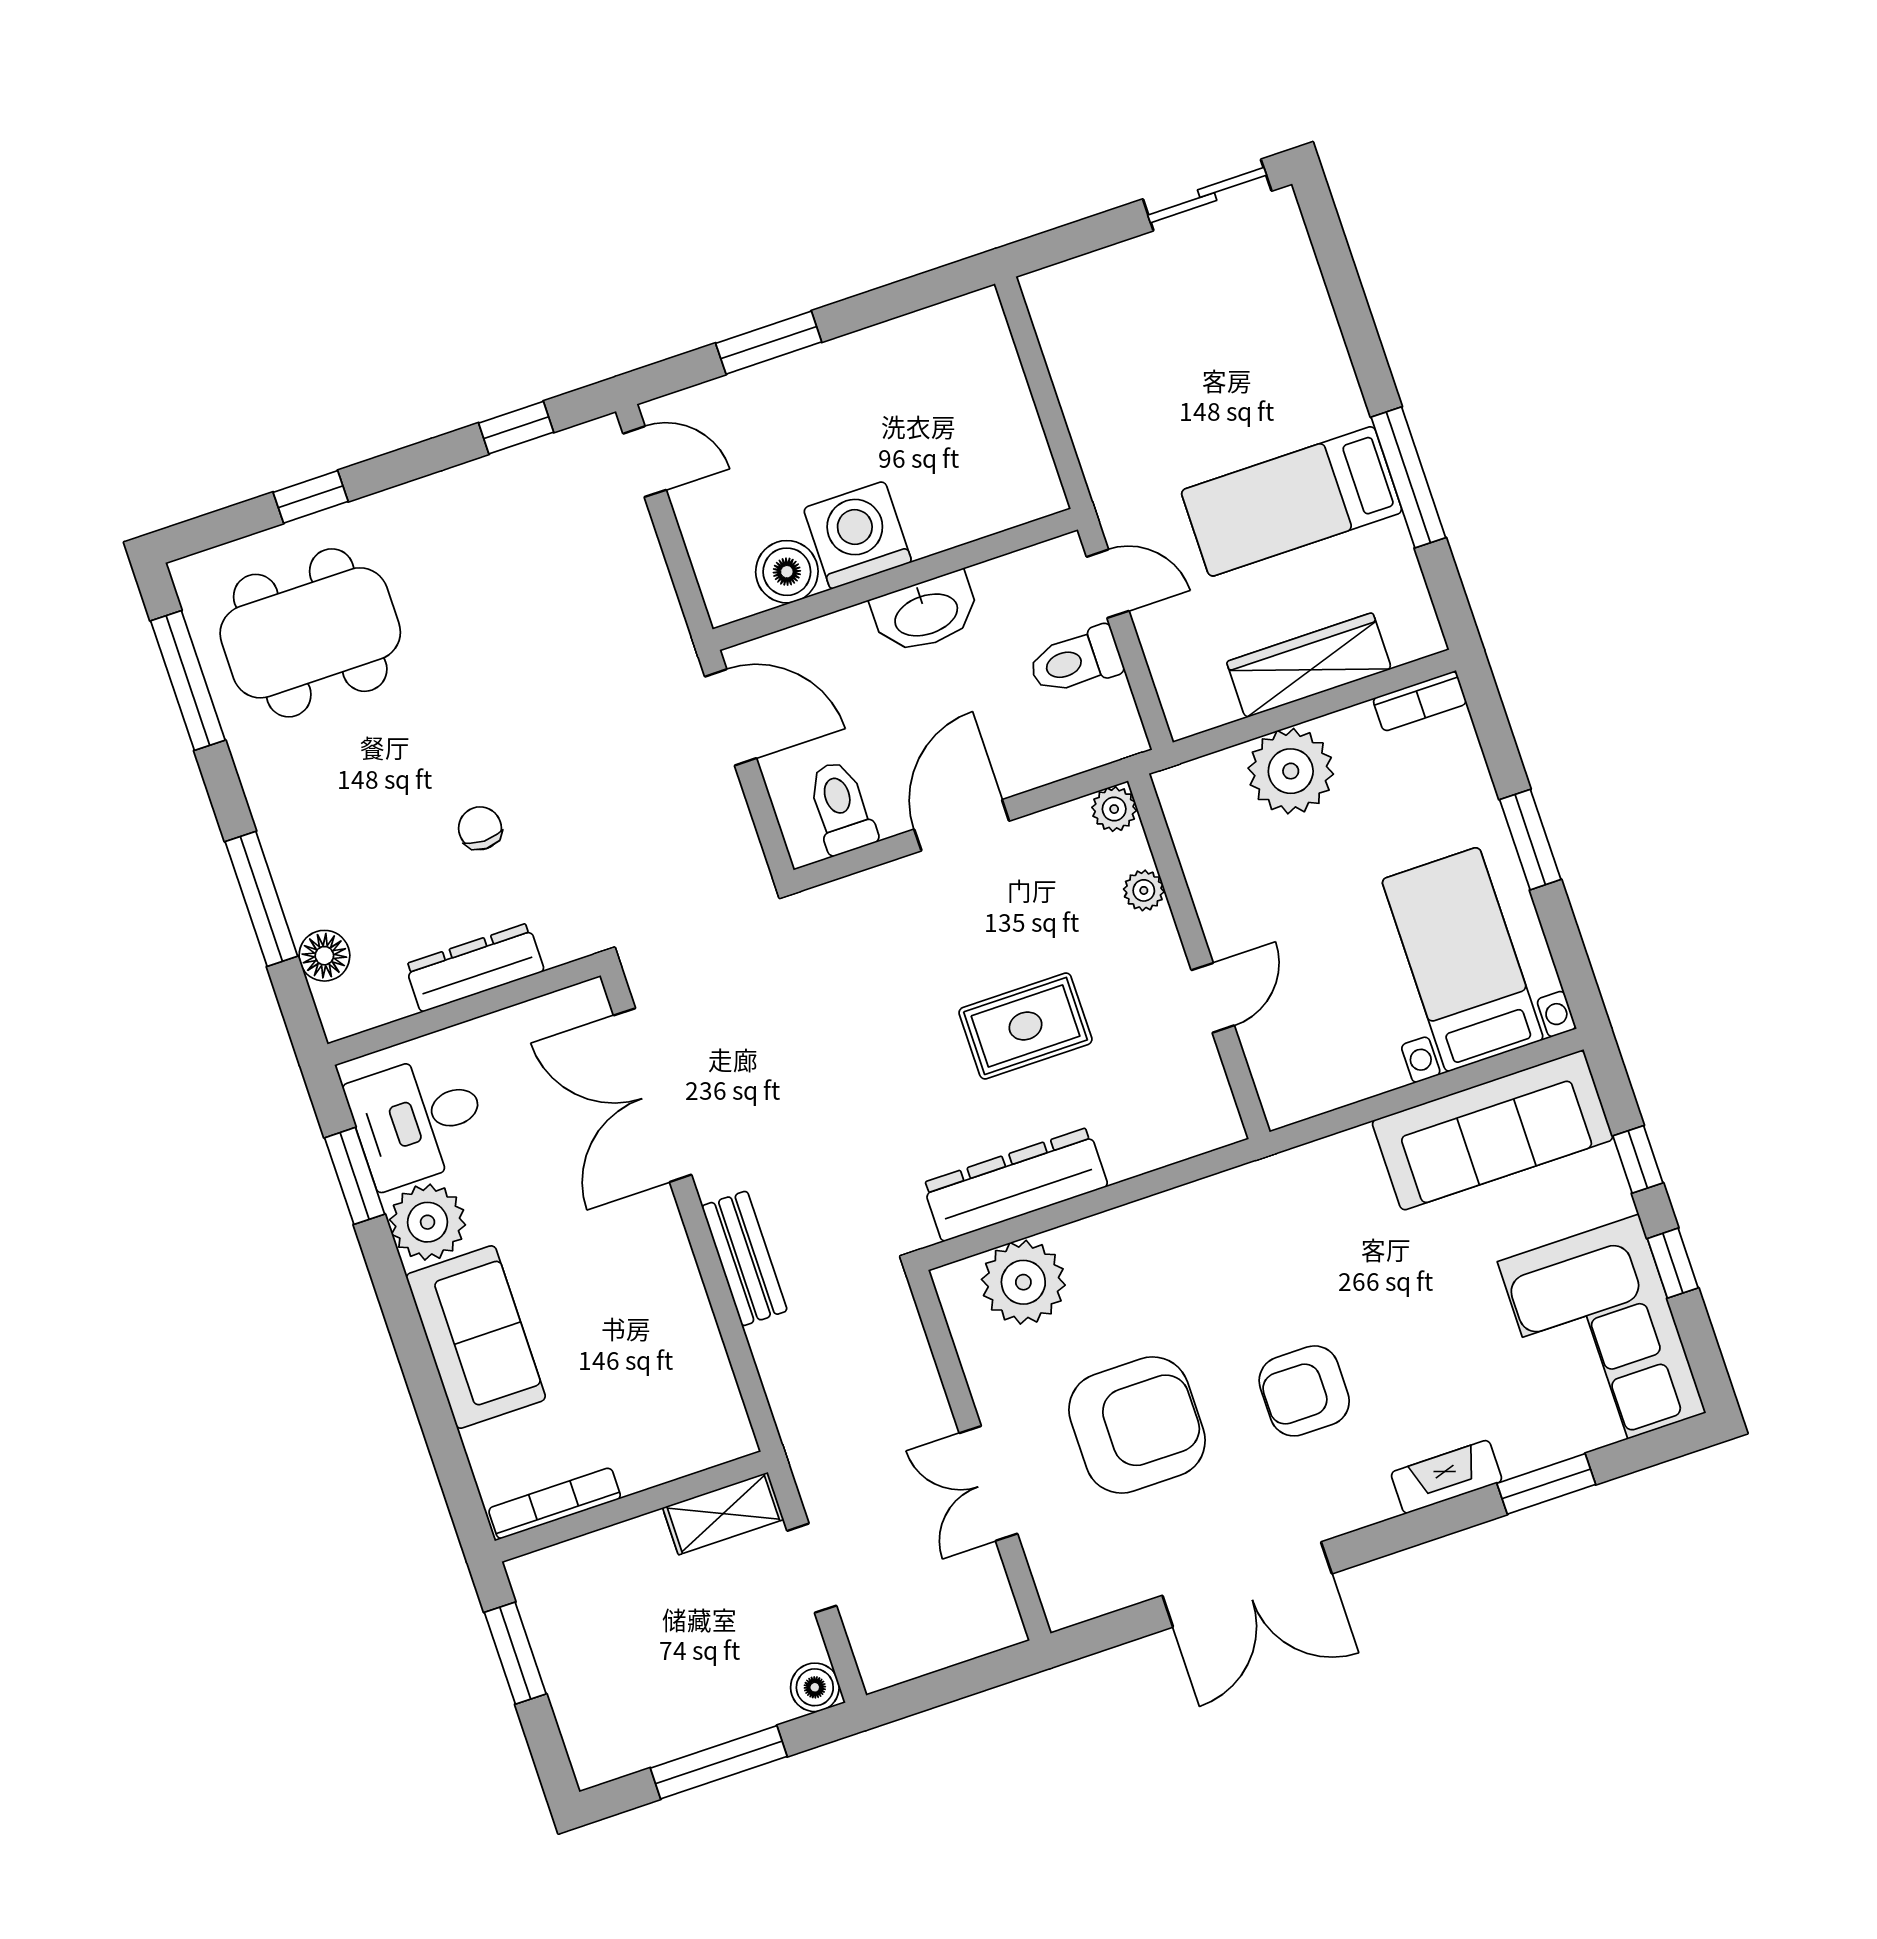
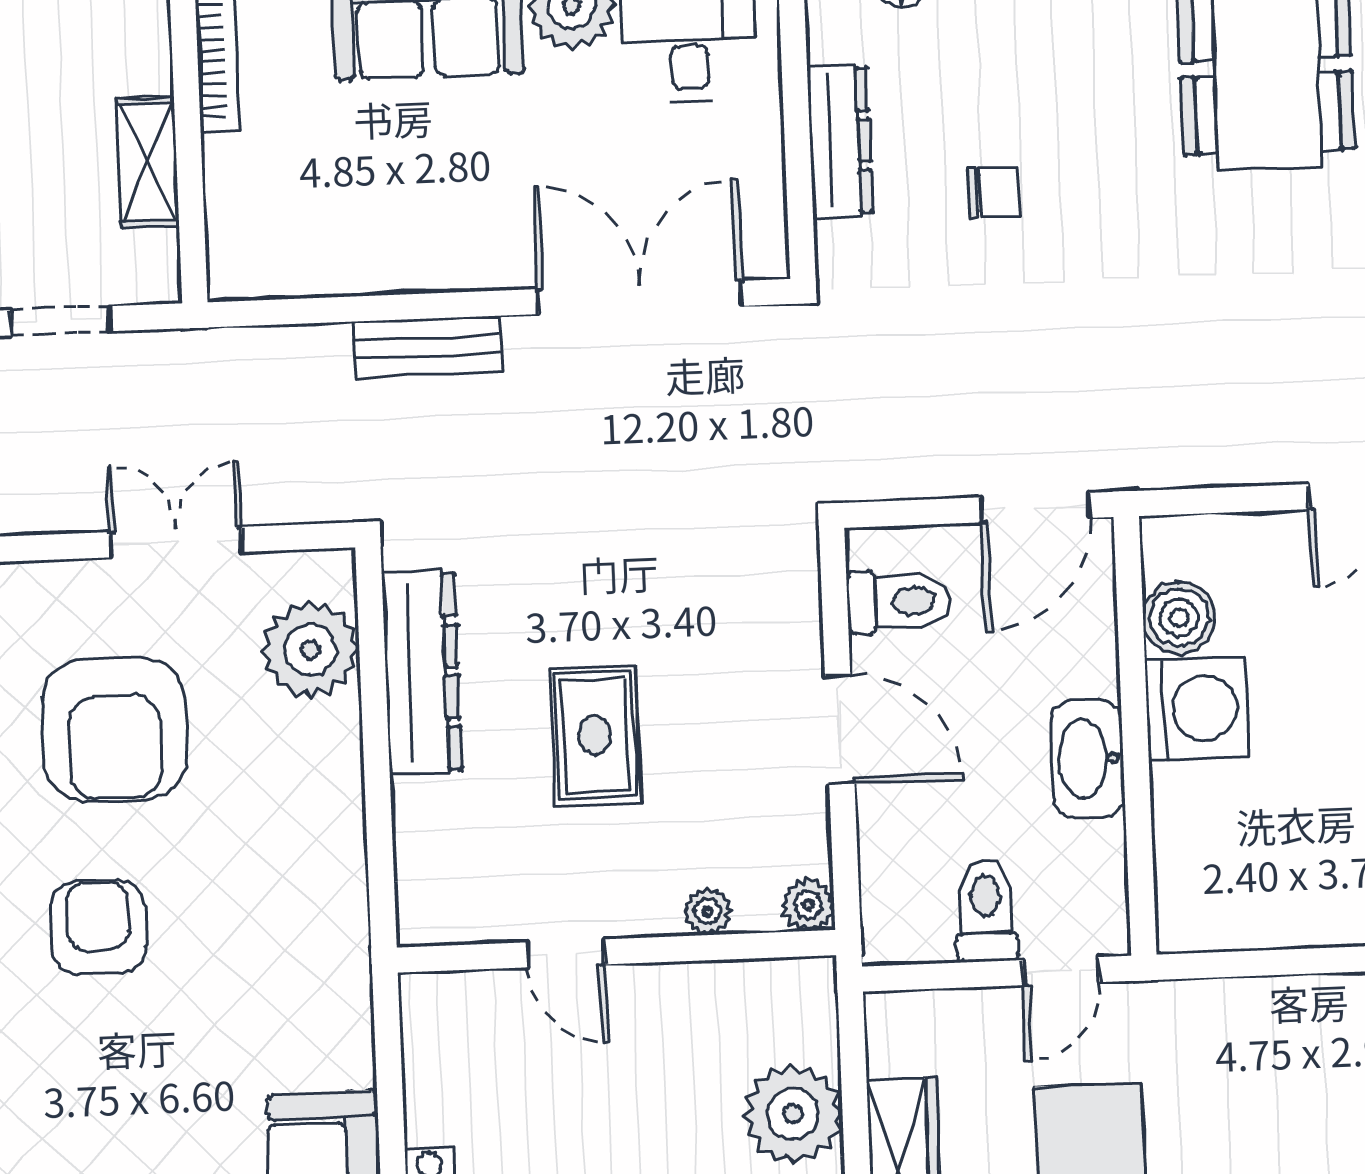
double door: (988, 1483) -> (176, 542), moved
shelving: (723, 1514) -> (148, 162), moved

